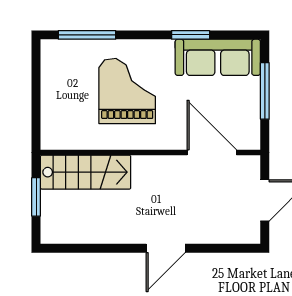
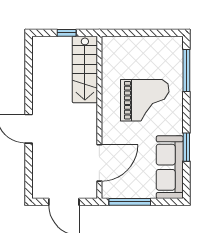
window: (265, 91) -> (130, 202), moved
window: (36, 197) -> (67, 33), width x0.67

